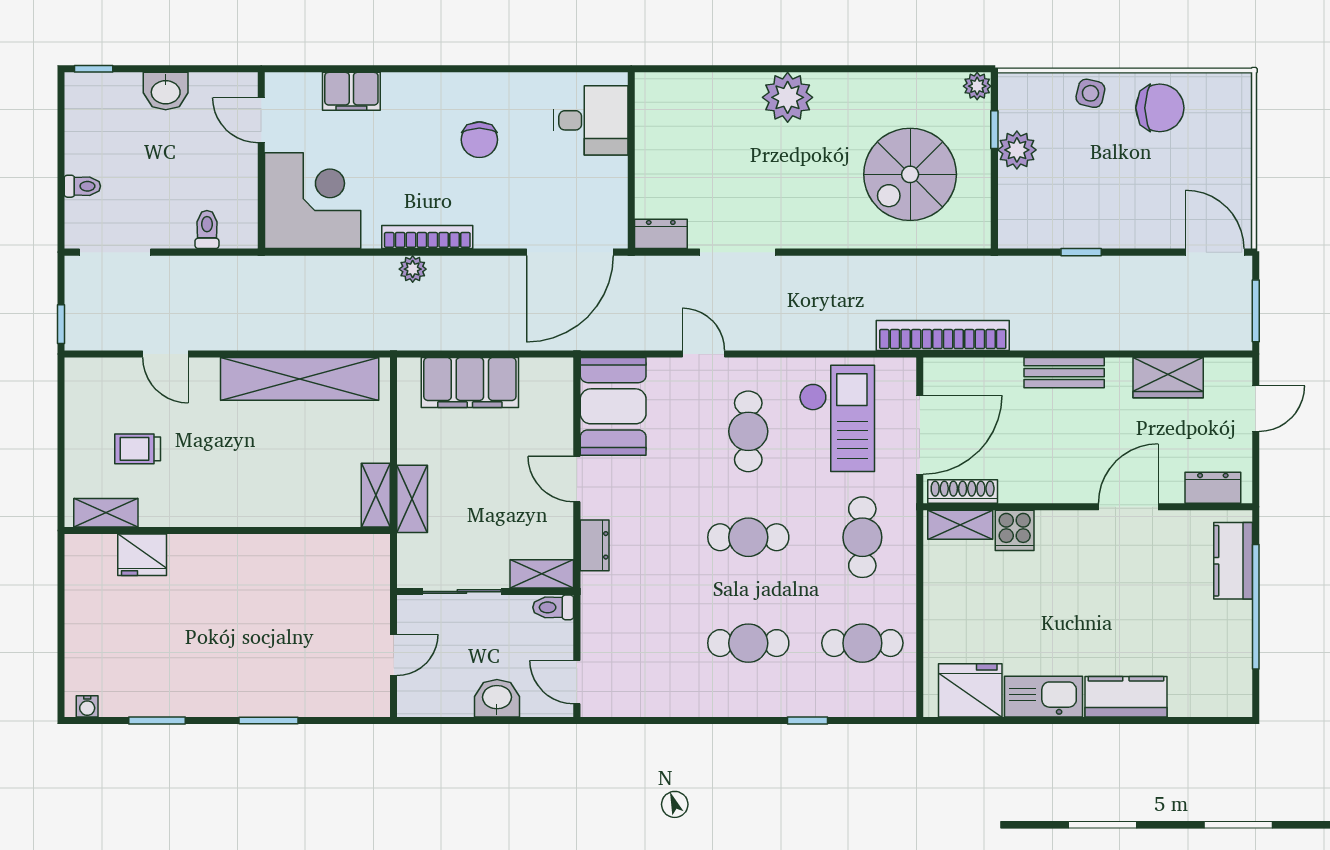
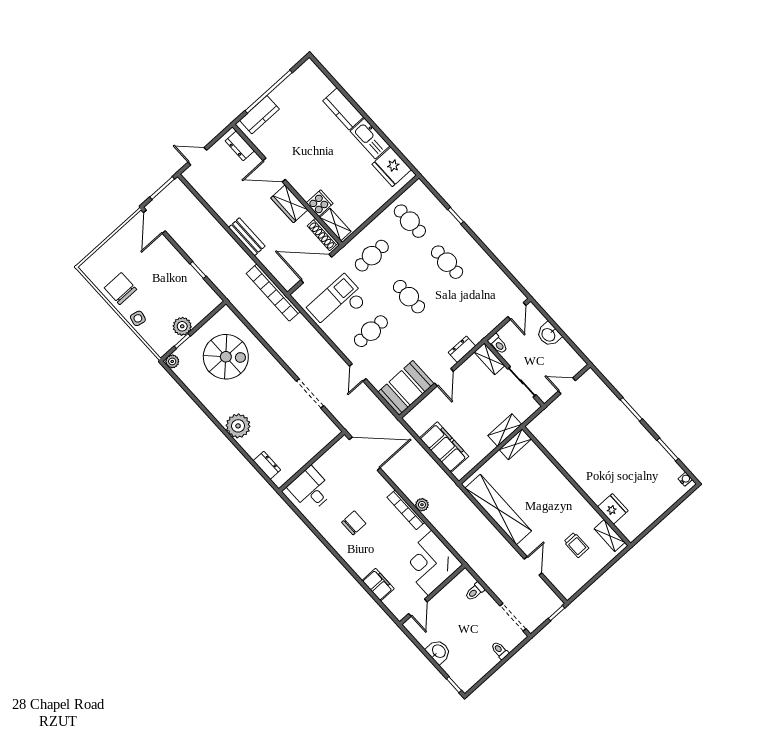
dresser: (661, 234) -> (267, 465), moved, turned 180
wardrobe: (1168, 378) -> (289, 204), moved, turned 180

